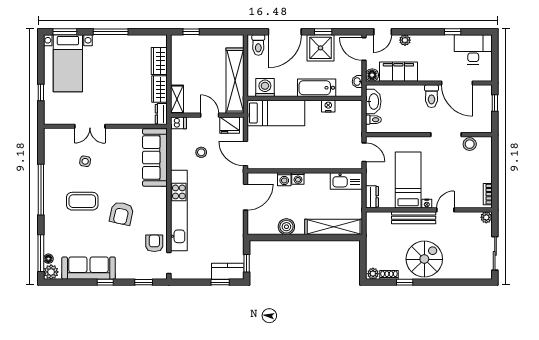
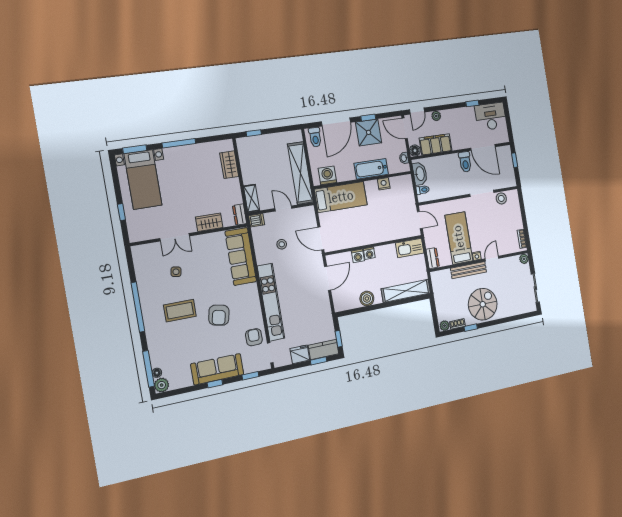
wardrobe: (160, 89) -> (209, 222), moved, turned 90
fridge: (230, 125) -> (300, 354), moved, turned 180
sofa: (89, 268) -> (217, 369), moved

